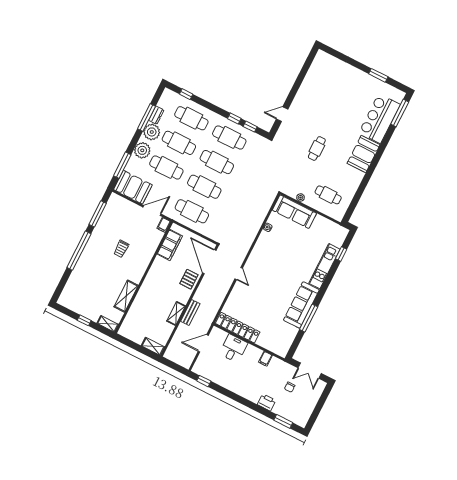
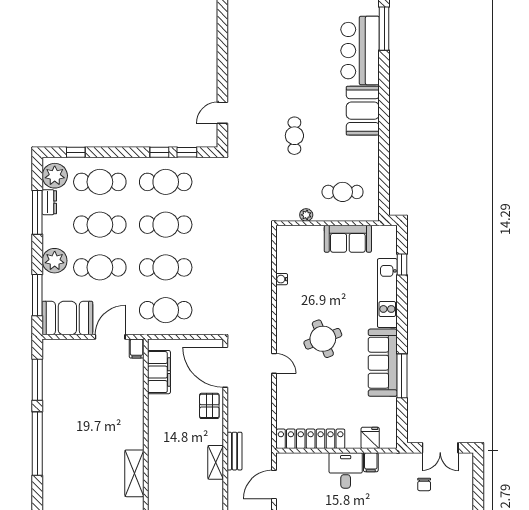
plant: (152, 132) -> (55, 176), moved
sofa: (294, 212) -> (348, 239), moved, width x0.73
trolley: (121, 249) -> (94, 411), removed
round table: (274, 274) -> (323, 339), added
fridge: (272, 345) -> (370, 438), added
desk: (233, 348) -> (346, 470), moved

